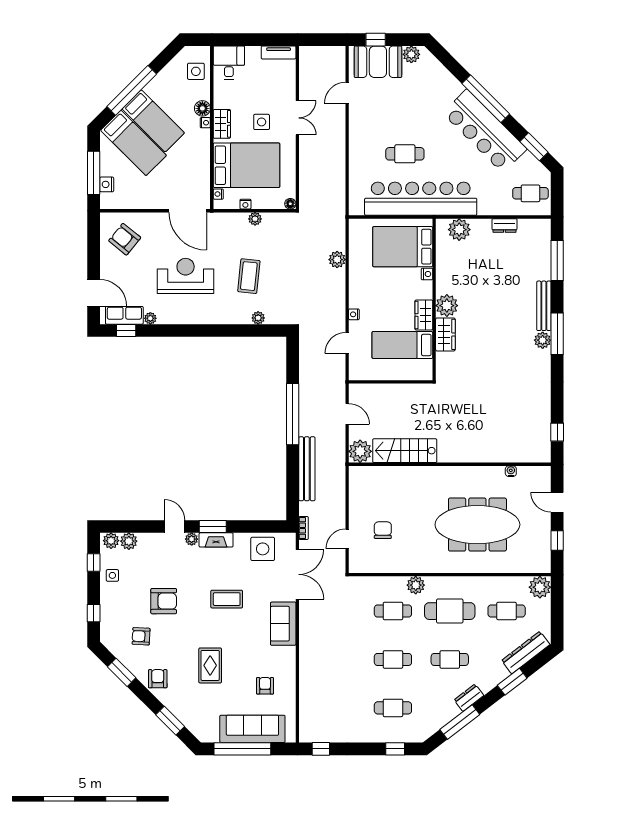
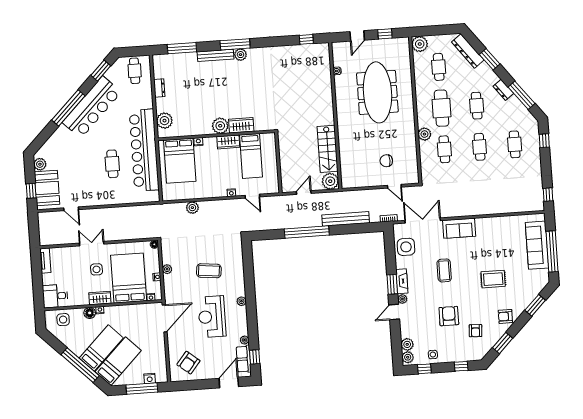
plant: (258, 318) -> (241, 301), moved
armchair: (265, 686) -> (505, 238), removed

